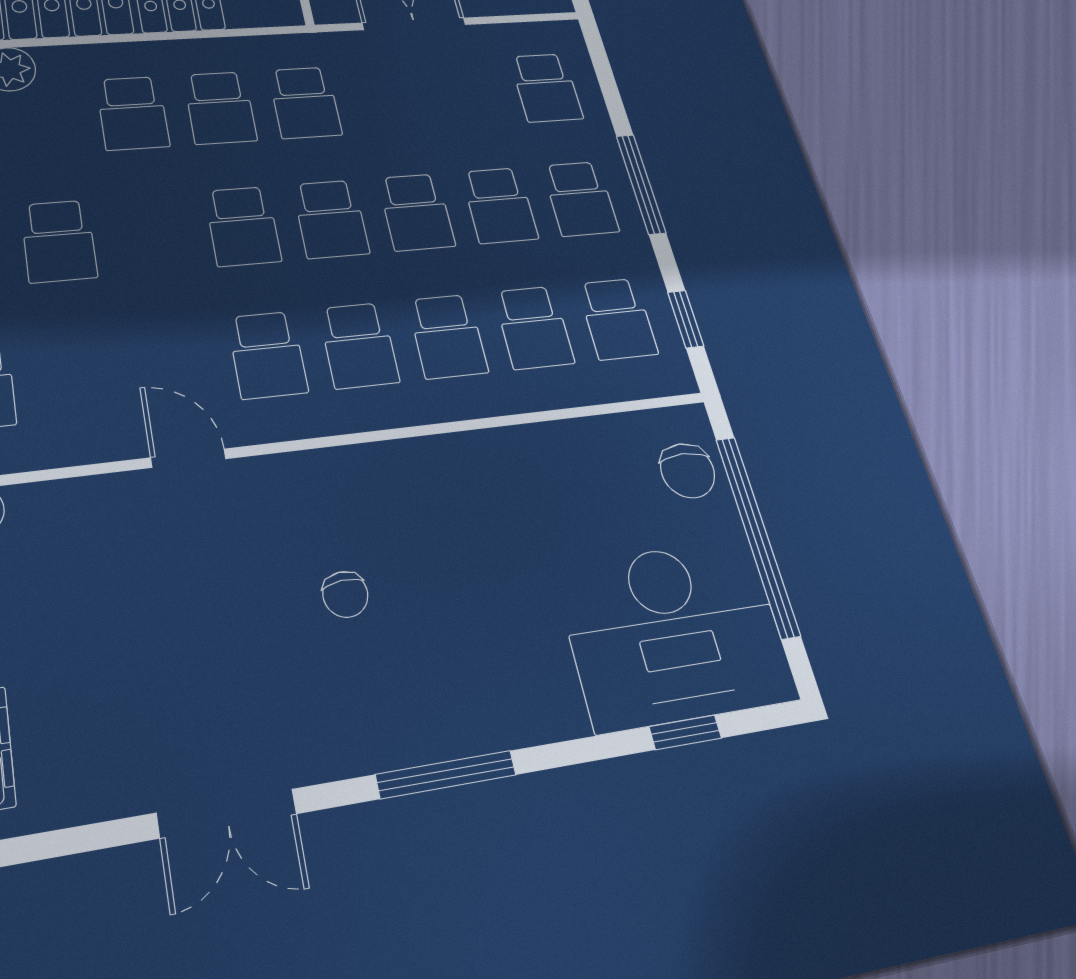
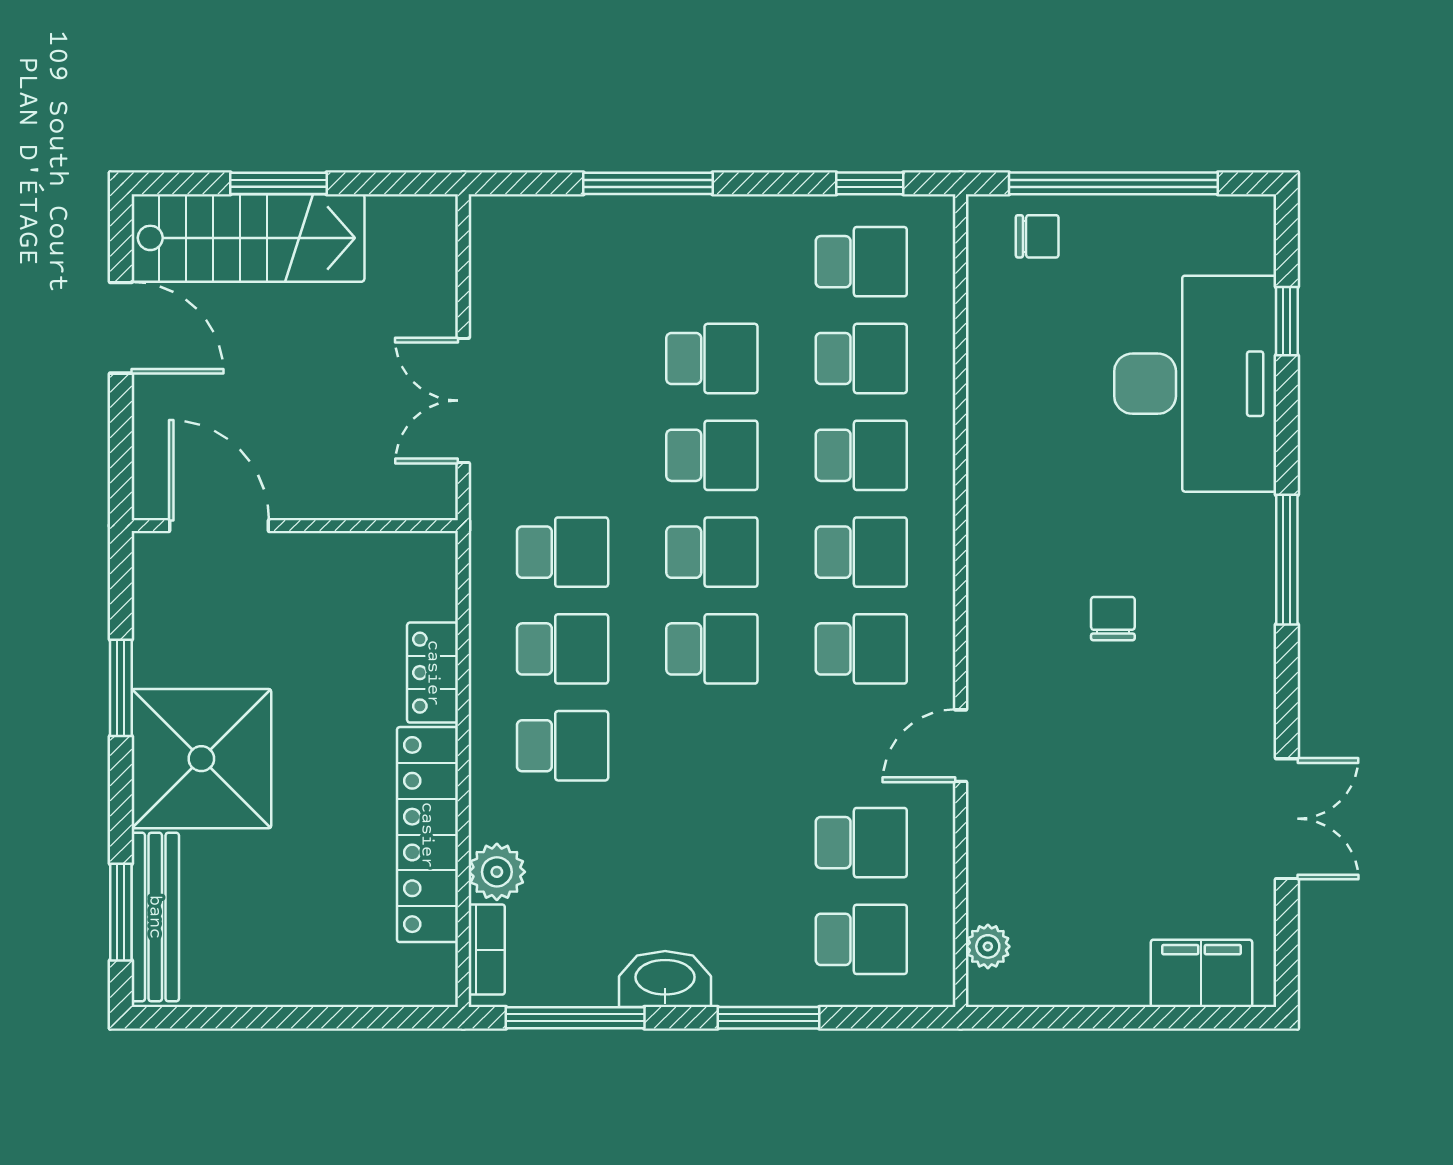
school desk: (546, 88) -> (563, 262), removed
window: (641, 184) -> (648, 183), moved
school desk: (580, 199) -> (712, 262), removed
school desk: (59, 241) -> (861, 843), moved
chair: (688, 471) -> (1037, 236), width x0.73, depth x0.73
chair: (345, 594) -> (1113, 619), turned -85
desk: (675, 633) -> (1195, 384), moved
double door: (227, 813) -> (1287, 819), moved

